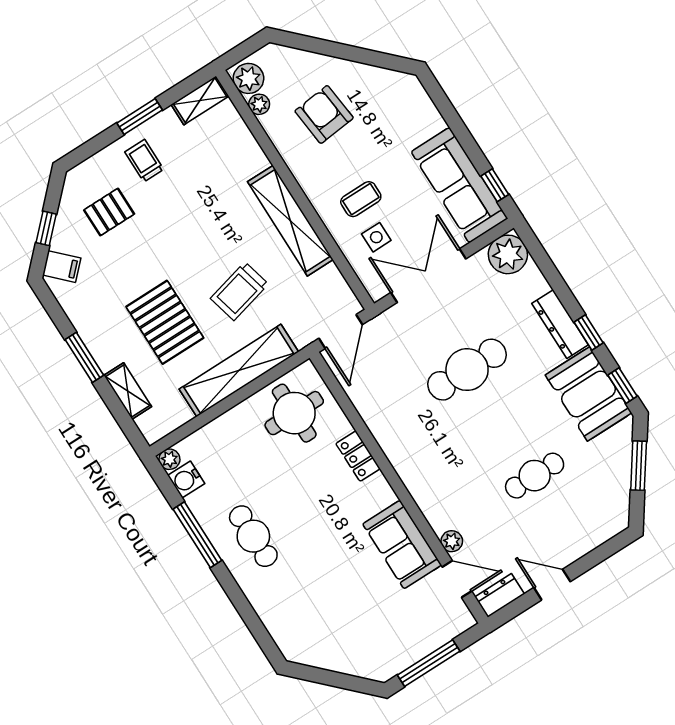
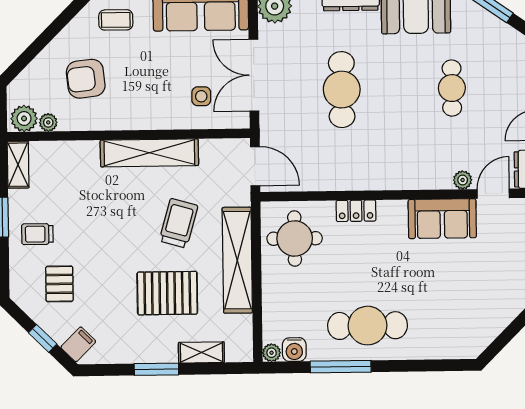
coffee table: (361, 199) -> (116, 20), moved, turned 90
trolley: (239, 291) -> (178, 223), turned -150
cafe table: (253, 536) -> (367, 326), width x1.37, depth x1.35

